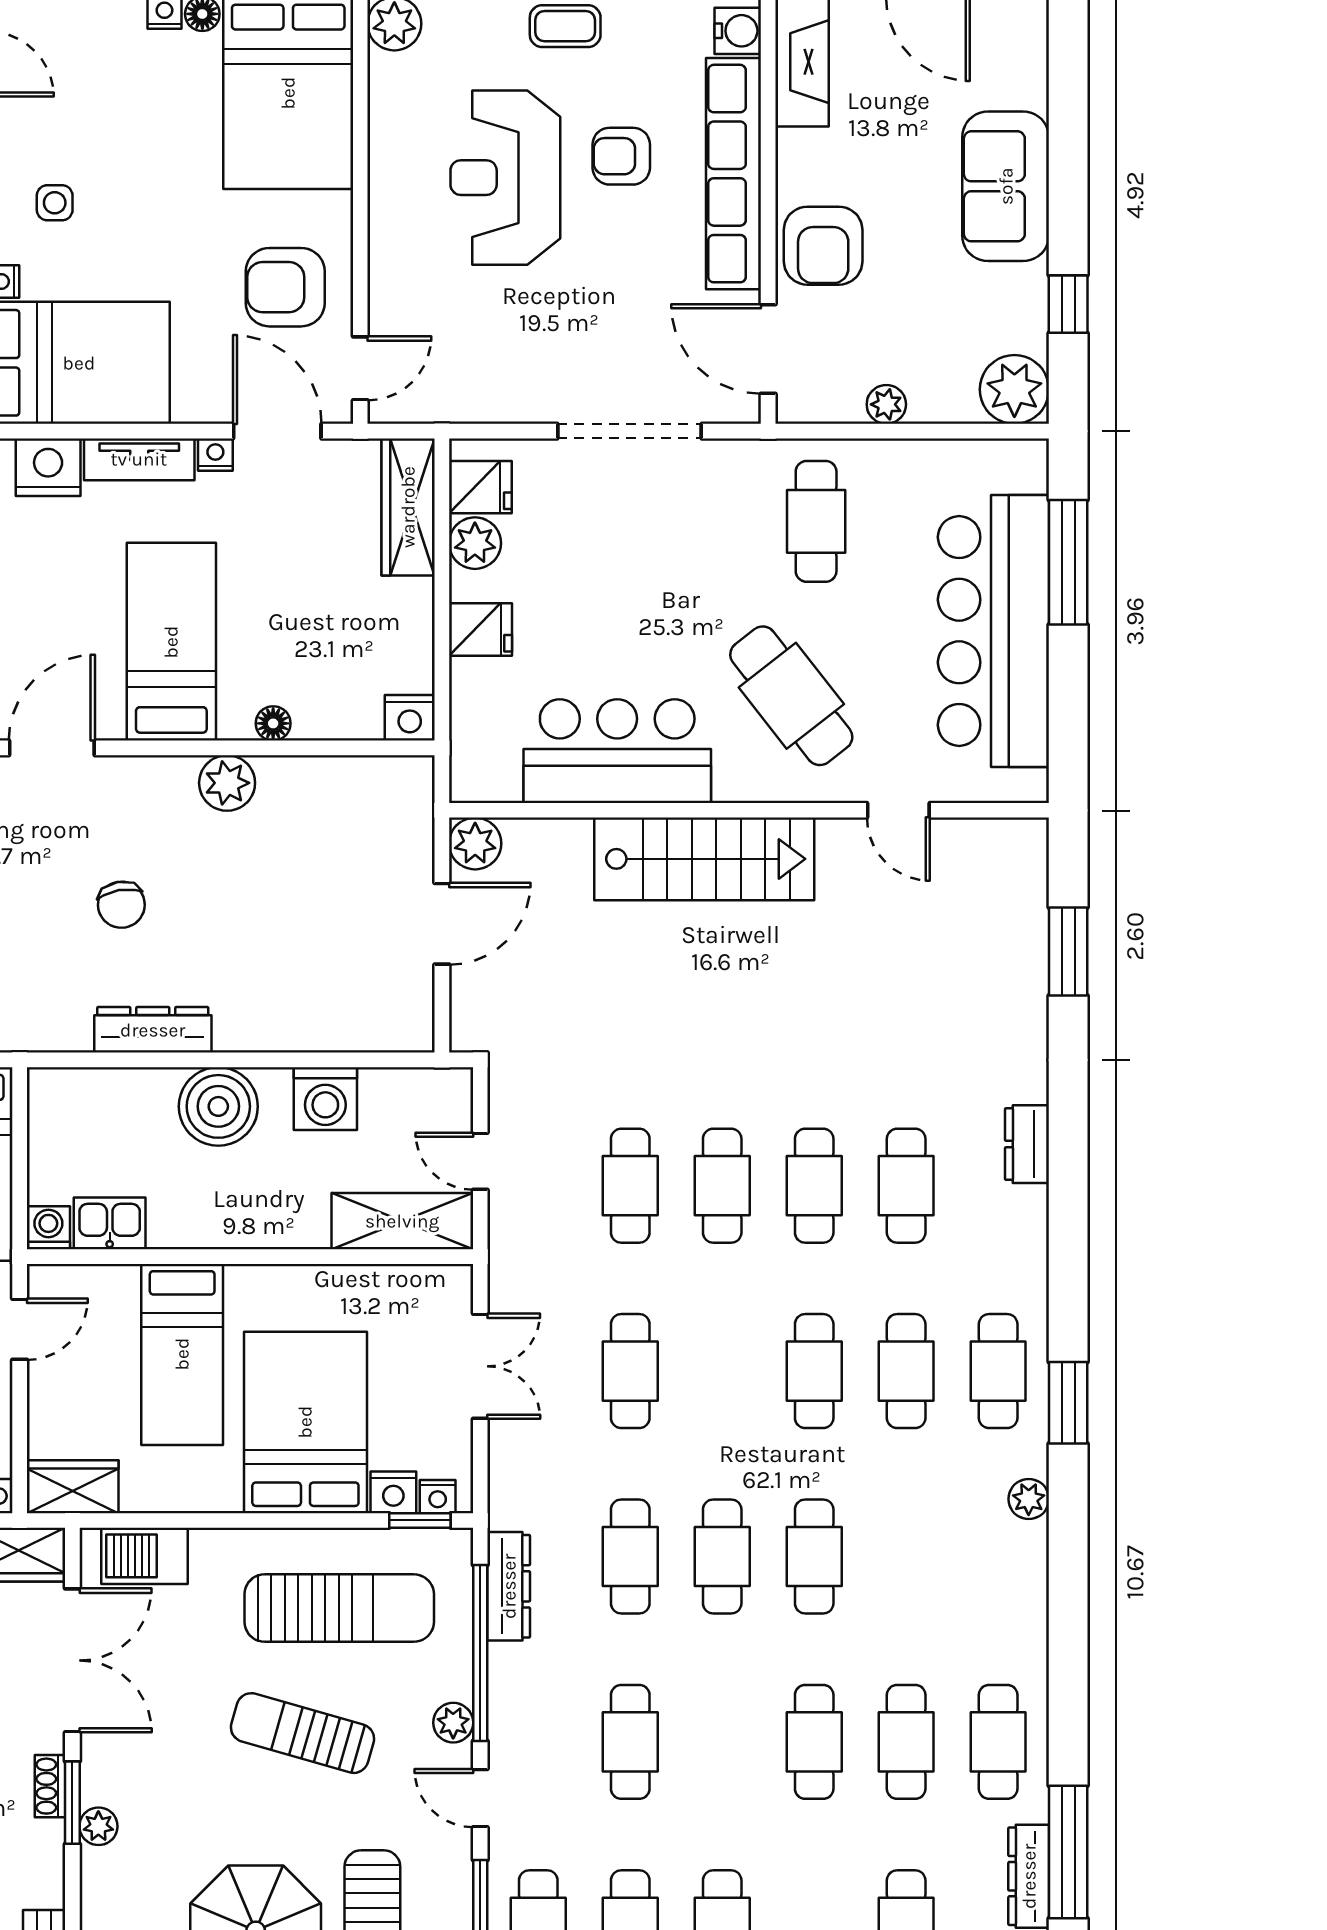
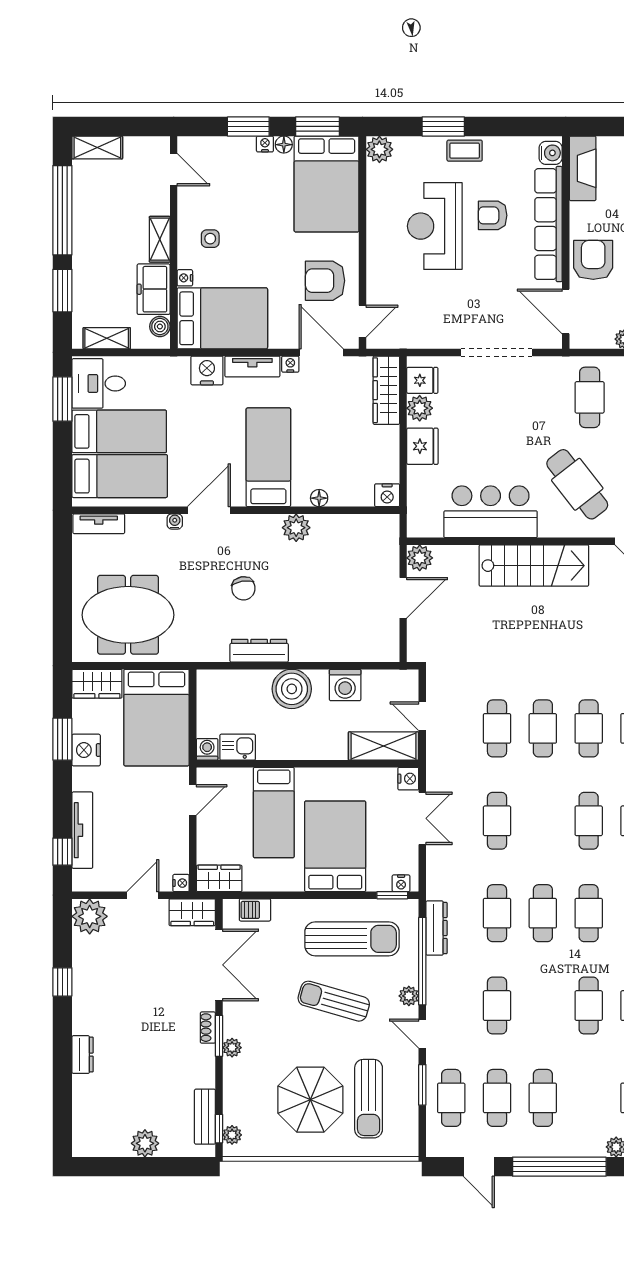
armchair: (823, 246) -> (593, 260), turned 180
fridge: (480, 630) -> (422, 446), width x1.38
nightstand: (393, 1492) -> (408, 779), moved, turned -90
barbecue: (144, 1556) -> (255, 910), width x0.73, depth x0.79

